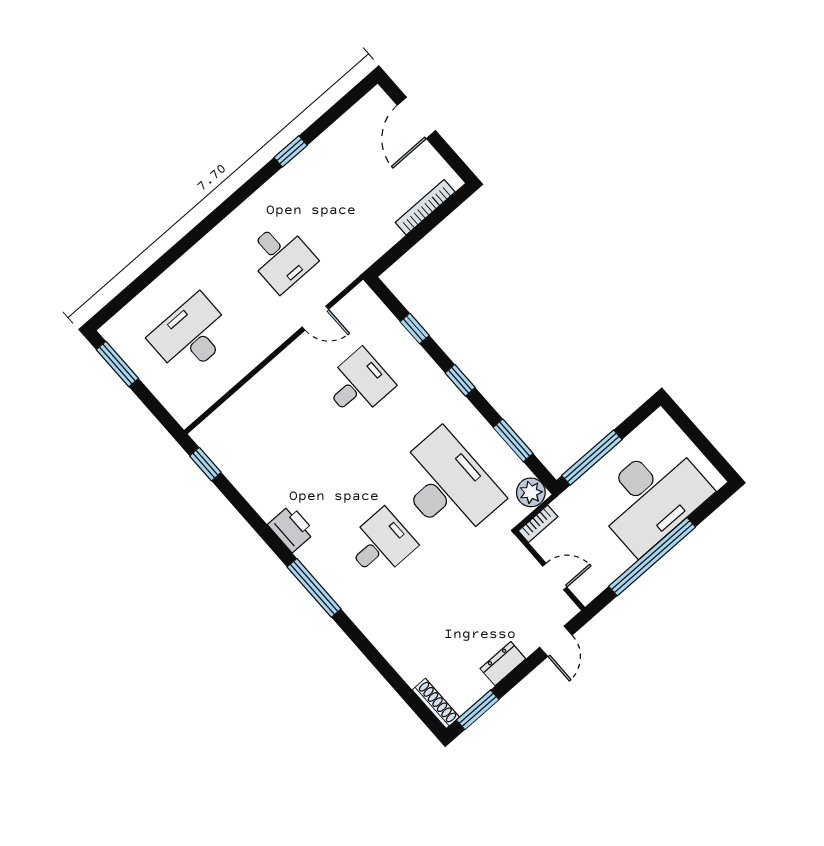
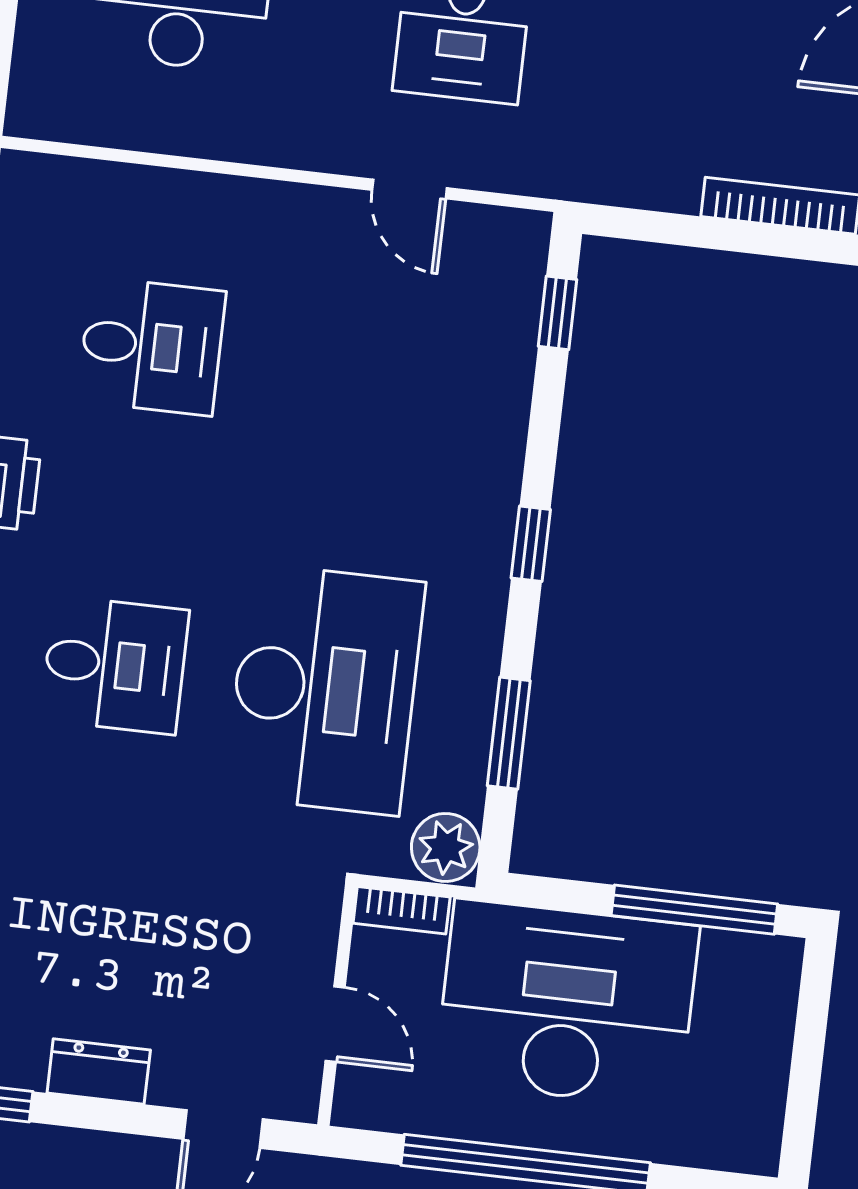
window: (415, 329) -> (557, 313), moved
desk: (358, 384) -> (152, 346), moved
window: (592, 457) -> (694, 910), moved
desk: (652, 497) -> (567, 1004), moved, turned 180

